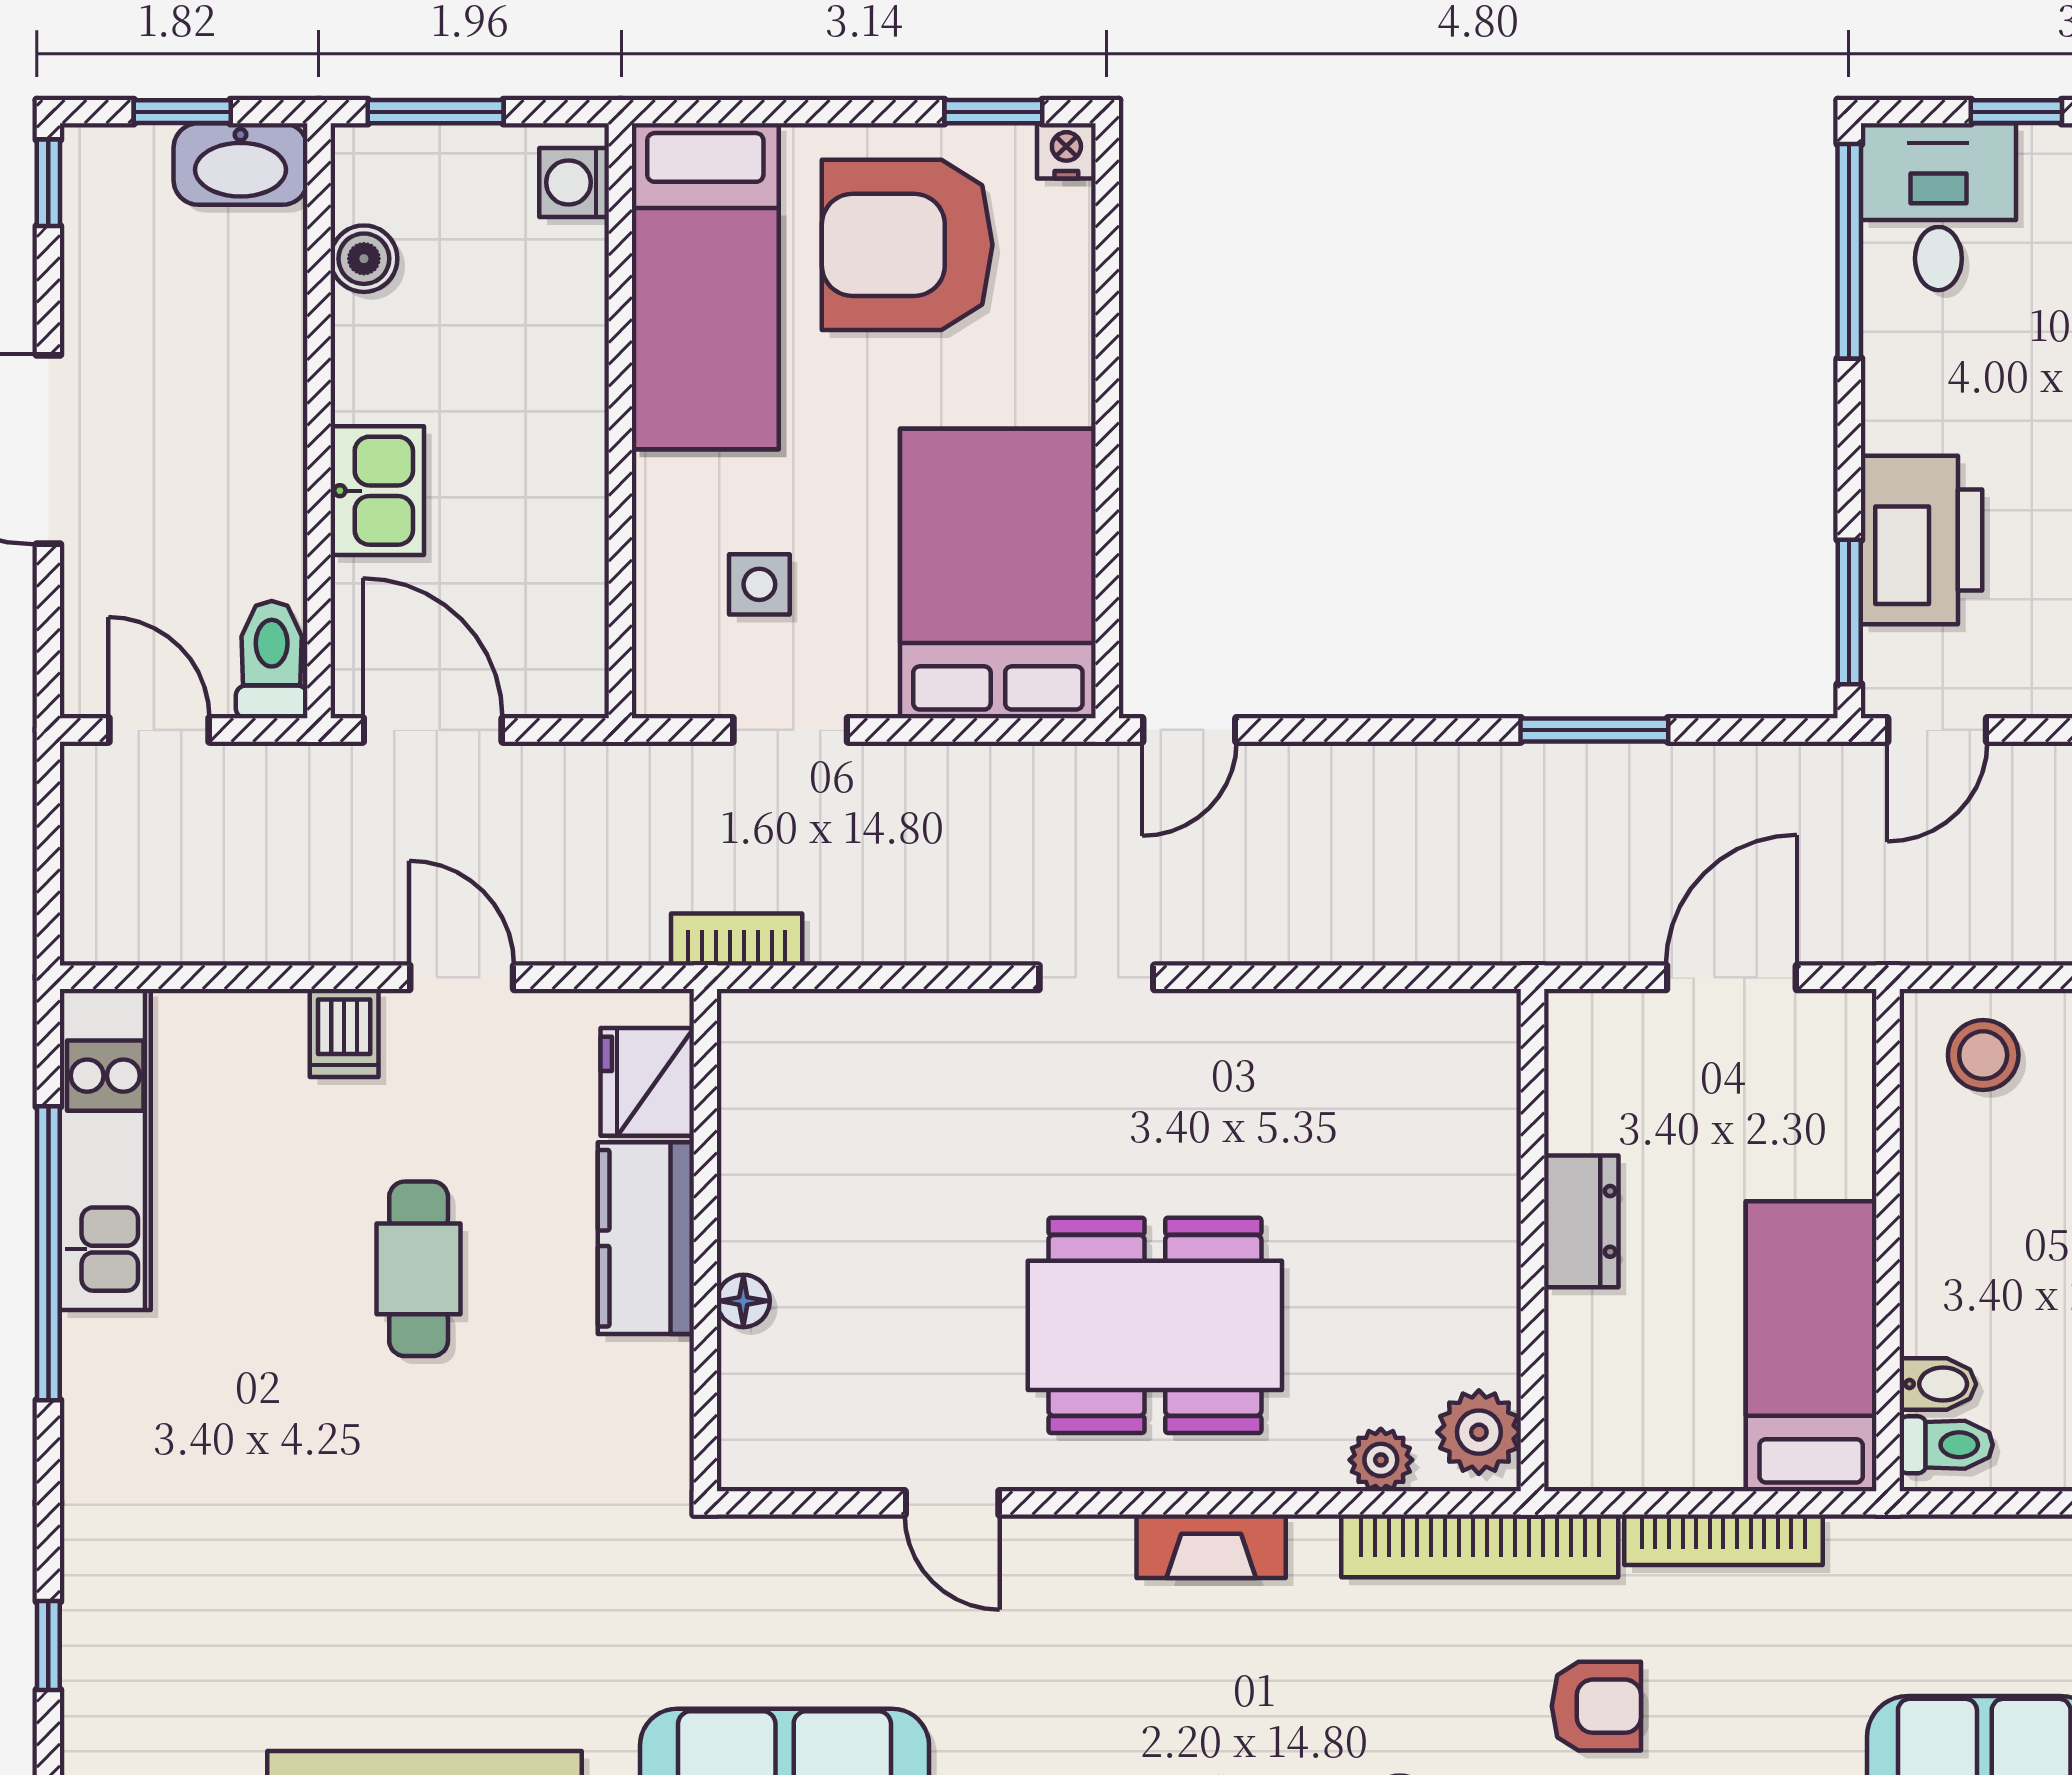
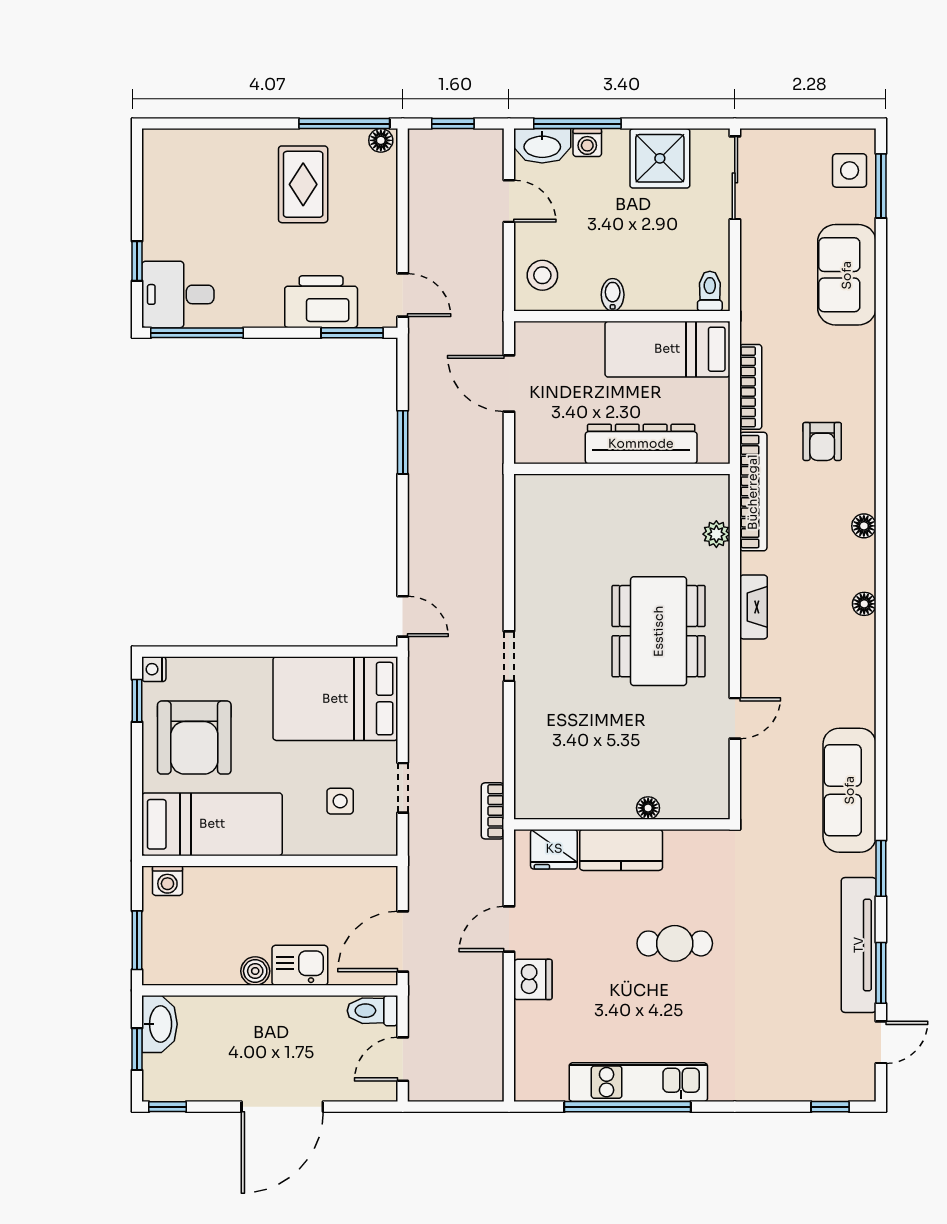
boiler: (364, 259) -> (255, 971), moved
dishwasher: (344, 1033) -> (533, 979), width x1.38
kitchen unit: (105, 1150) -> (638, 1082), moved
dresser: (1581, 1221) -> (641, 444), width x1.96, depth x1.24
cafe table: (419, 1269) -> (675, 943), moved
bidet: (1938, 1384) -> (613, 295), moved
plant: (1479, 1432) -> (704, 492), removed
window: (48, 1646) -> (830, 1107), moved
armchair: (1596, 1706) -> (822, 441), turned 180

